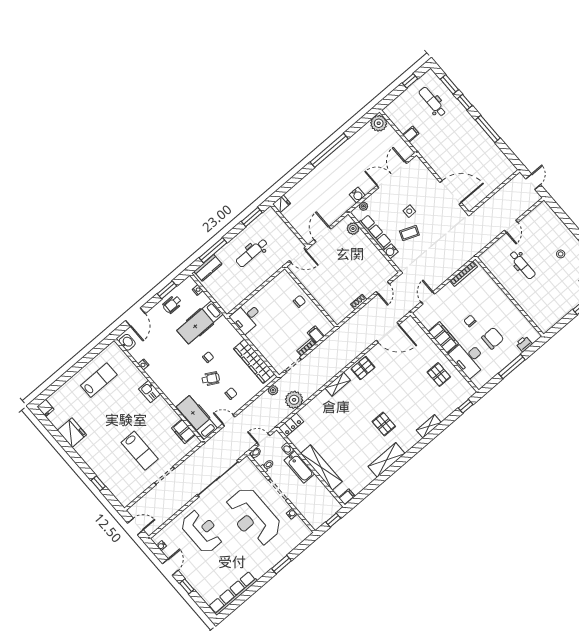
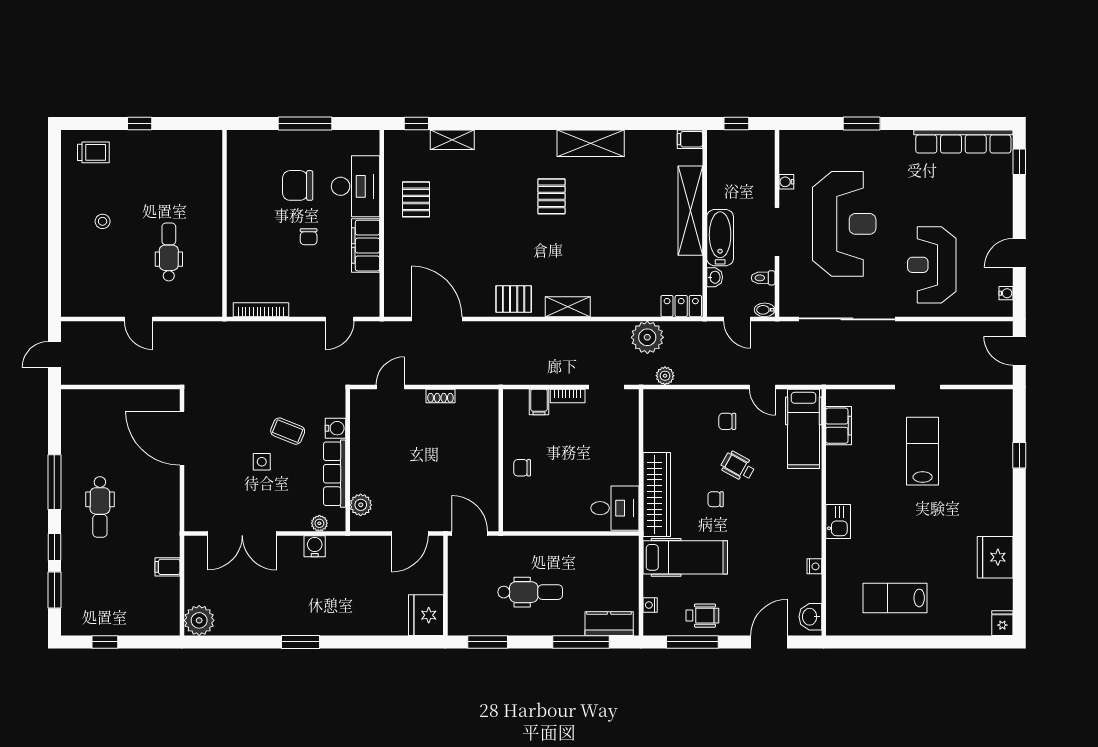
dental chair: (432, 102) -> (100, 507), moved
window: (329, 150) -> (301, 642), width x0.47
fridge: (282, 204) -> (426, 615), width x1.88, depth x1.34
door: (511, 226) -> (139, 319), swing flipped
window: (167, 290) -> (692, 642), width x1.44
printer: (524, 344) -> (261, 140), removed
wardrobe: (254, 361) -> (657, 494), moved
shelving: (429, 426) -> (452, 140), moved
window: (187, 586) -> (1019, 162), moved

